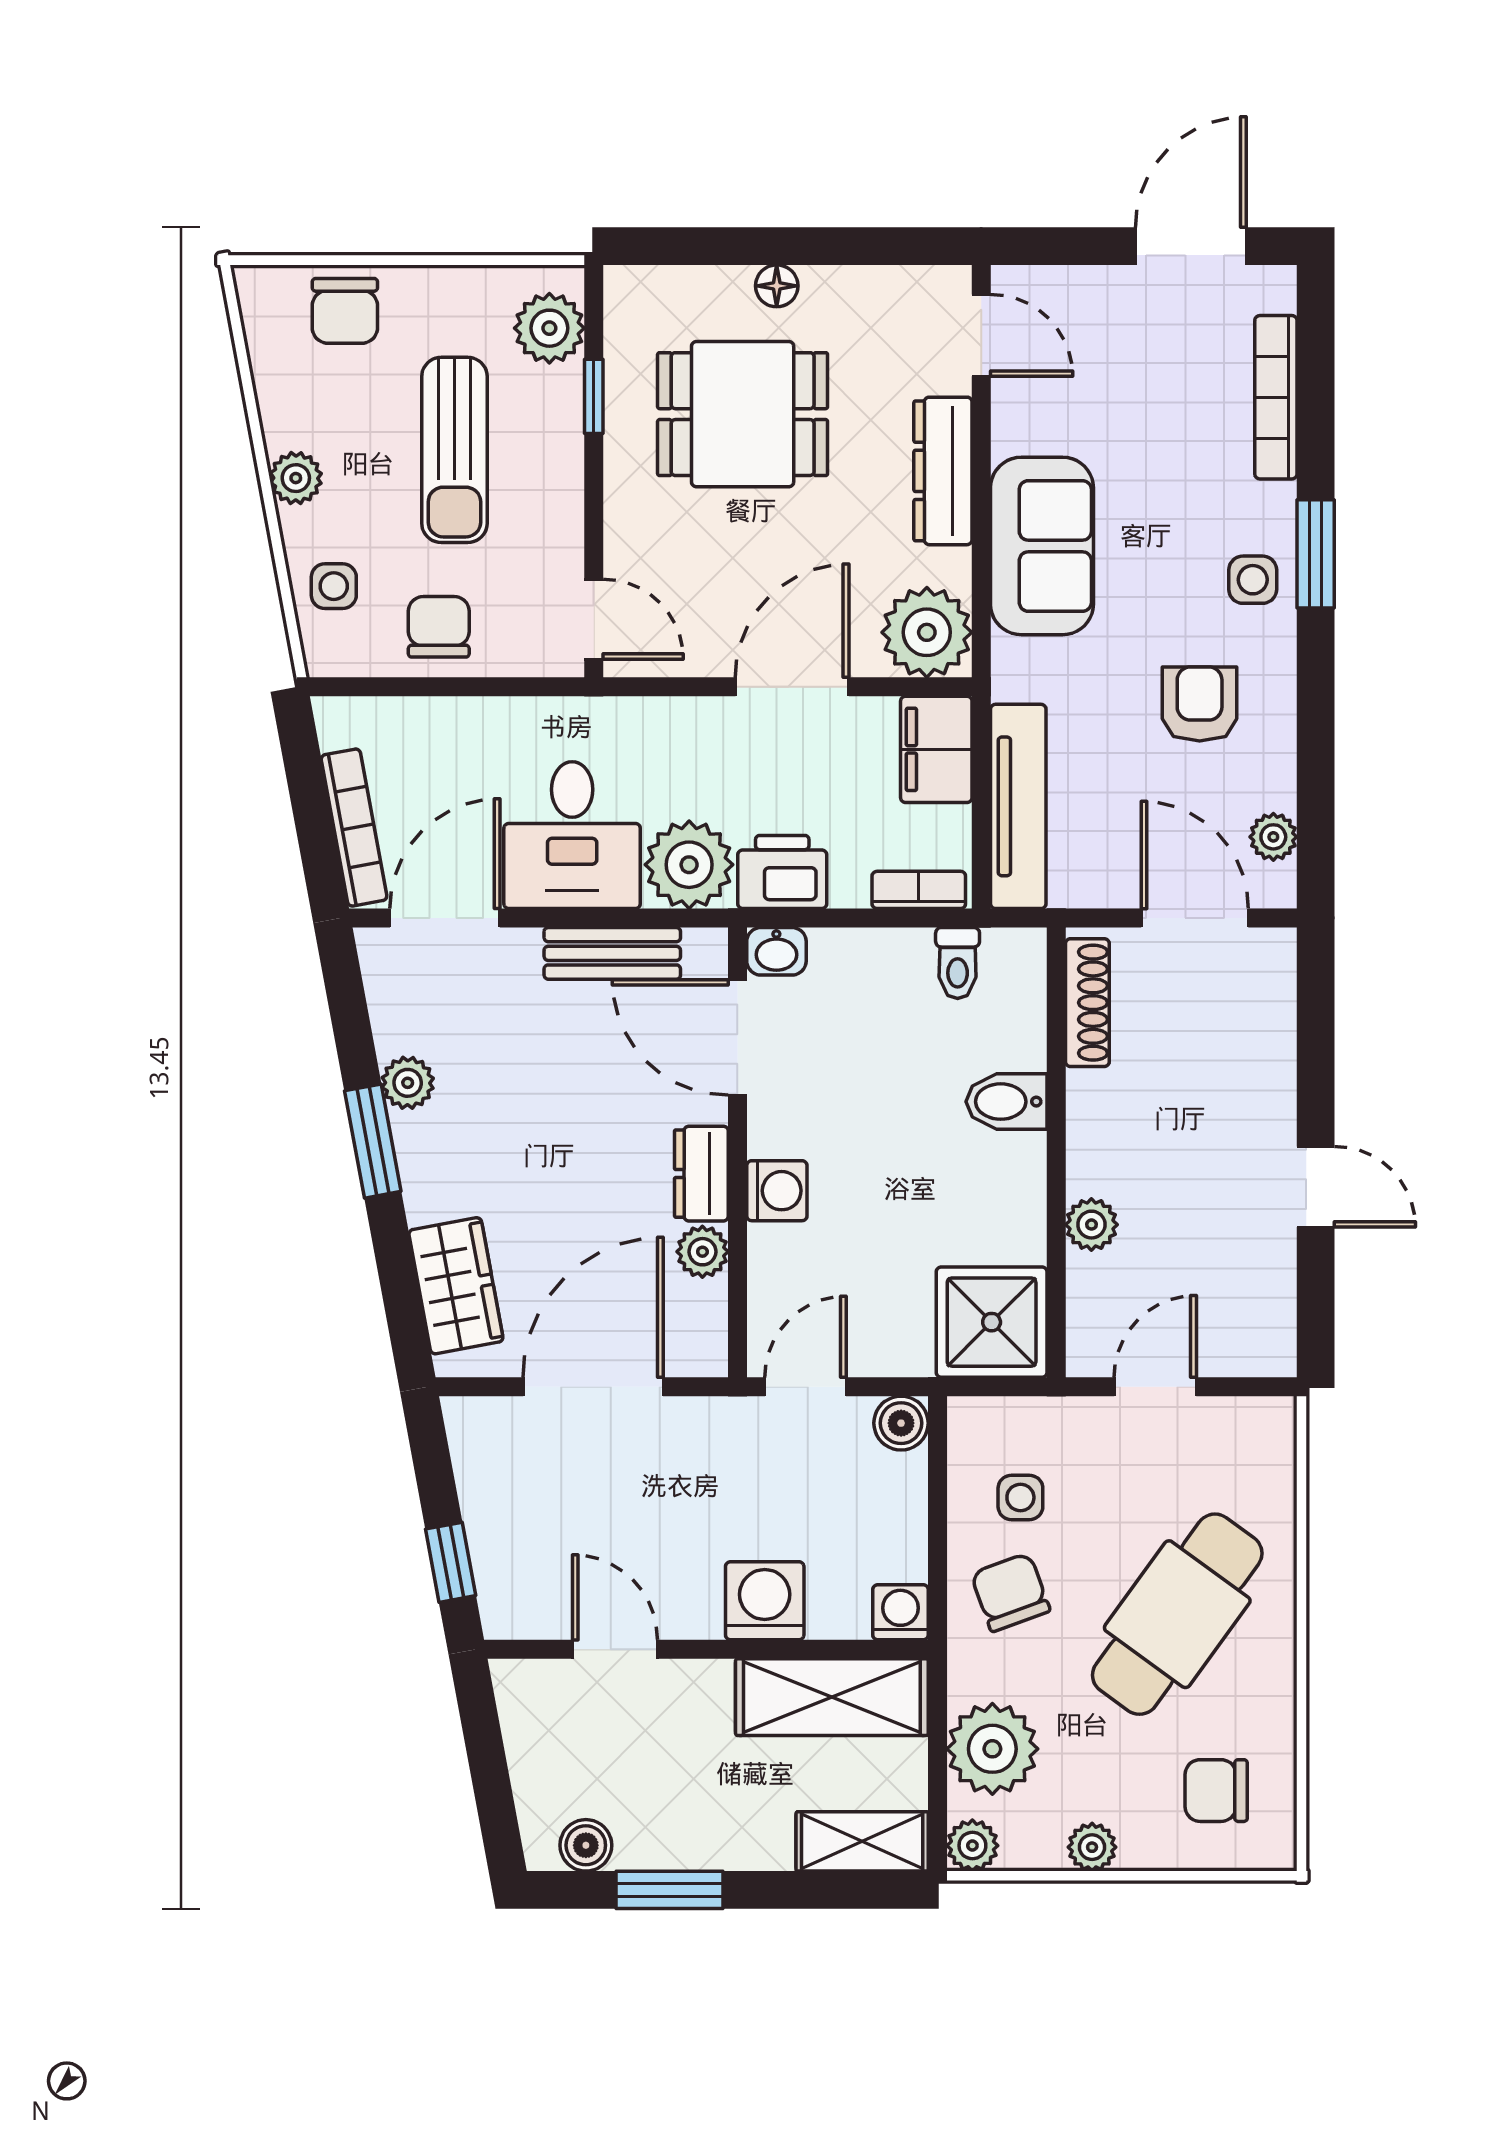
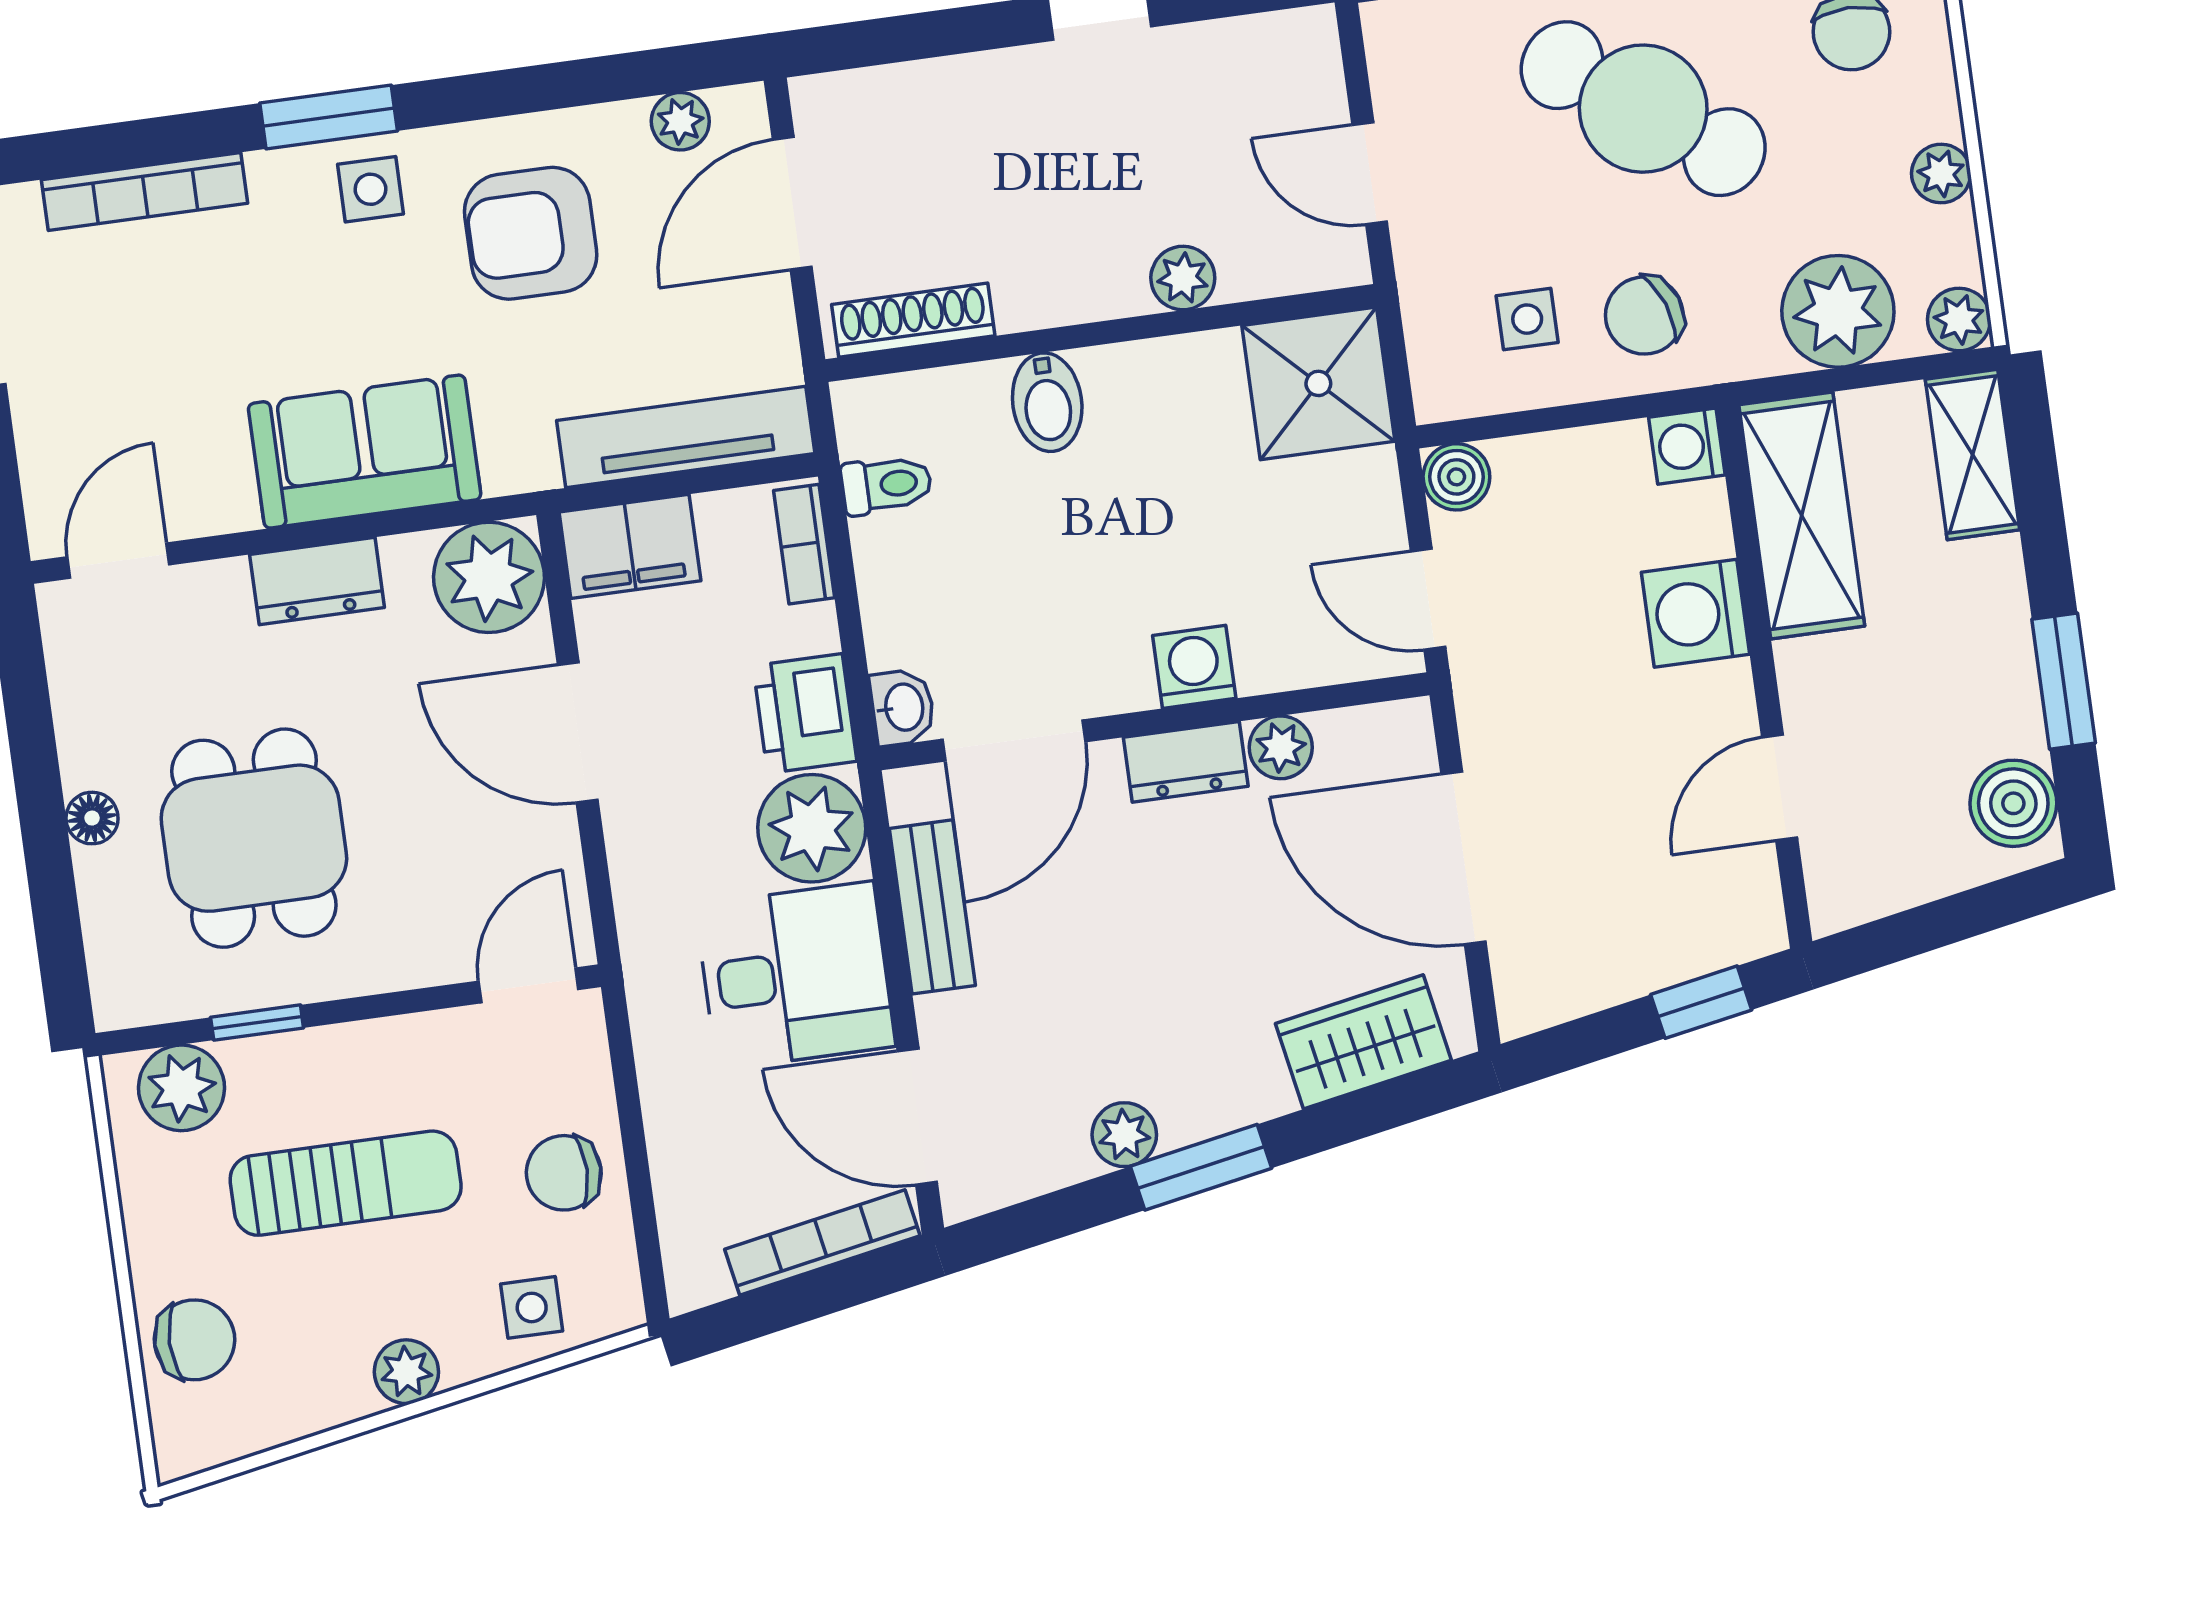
dresser: (943, 471) -> (317, 581), width x0.70
armchair: (1200, 704) -> (531, 233), width x1.38, depth x1.38
boiler: (586, 1845) -> (2013, 803), width x1.36, depth x1.36

